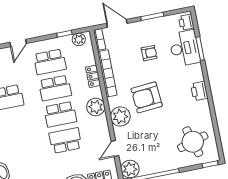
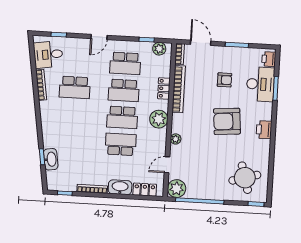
armchair: (147, 97) -> (227, 121), moved
plant: (120, 116) -> (176, 139), width x0.53, depth x0.53

